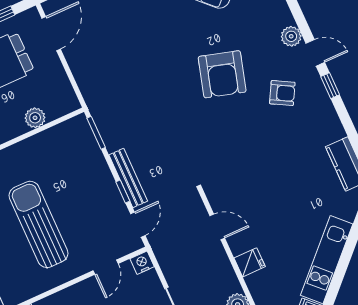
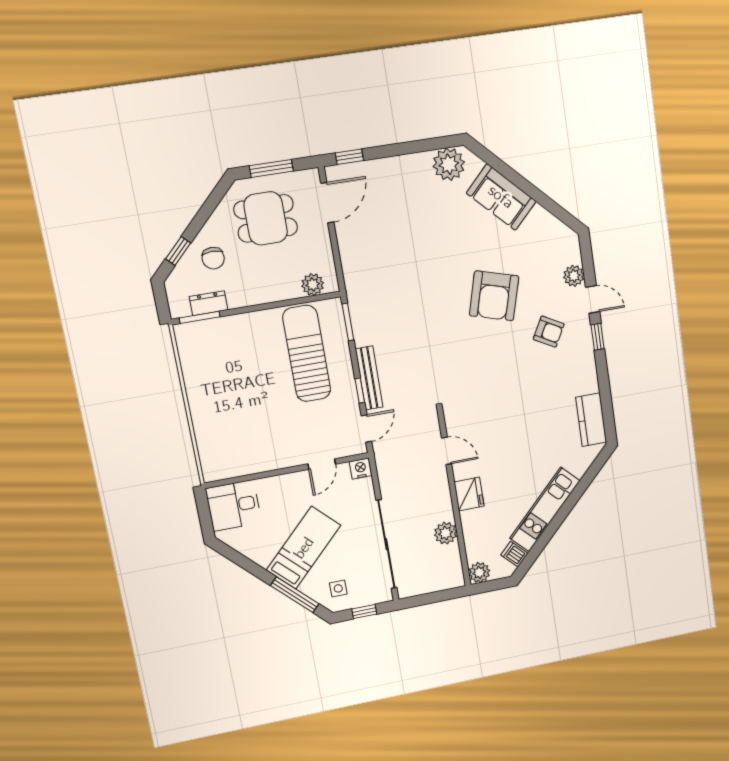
plant: (35, 118) -> (313, 285), moved
sun lounger: (39, 224) -> (307, 354), moved
fridge: (250, 262) -> (469, 494), width x1.38

